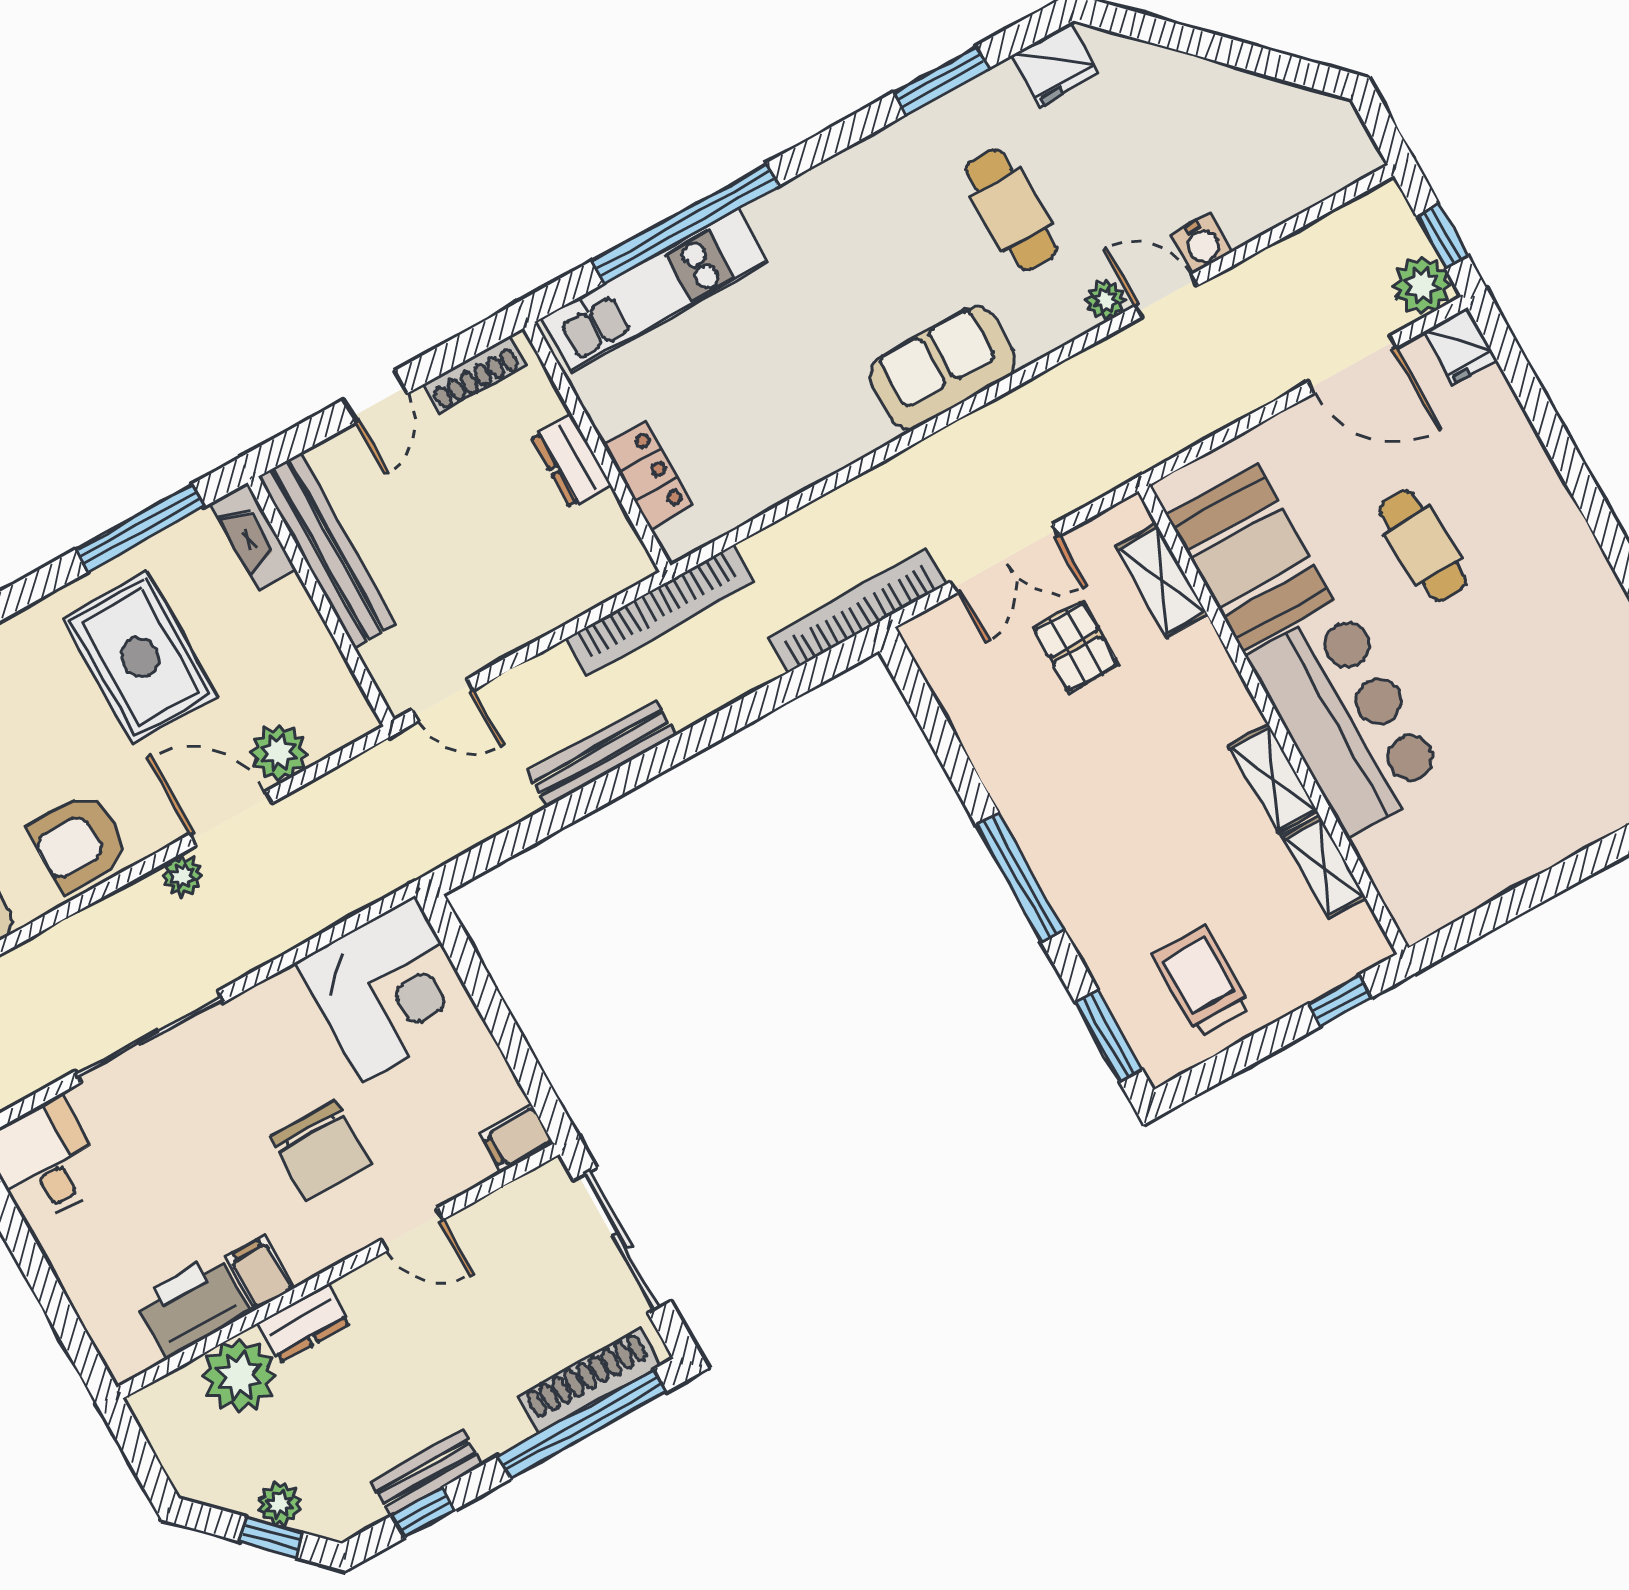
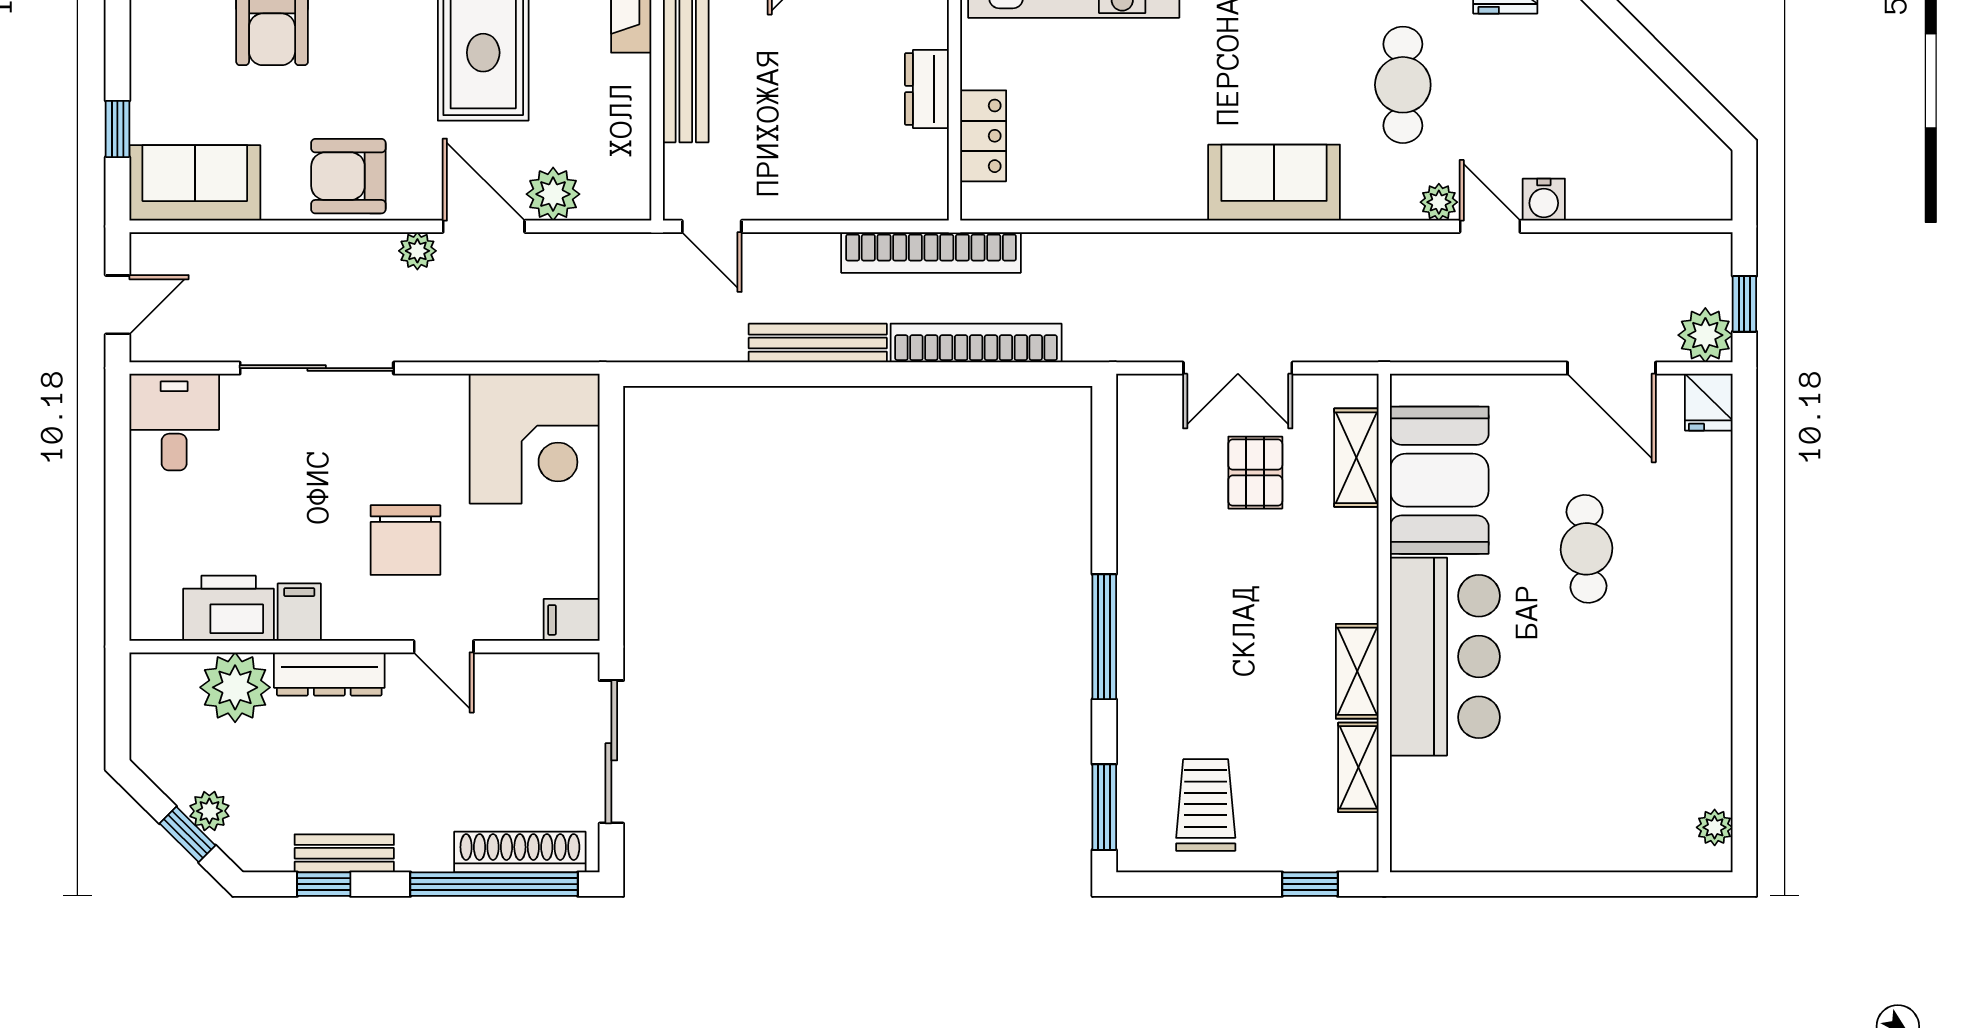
bookcase: (857, 611) -> (976, 343), moved
dresser: (304, 1323) -> (329, 674), width x1.44

